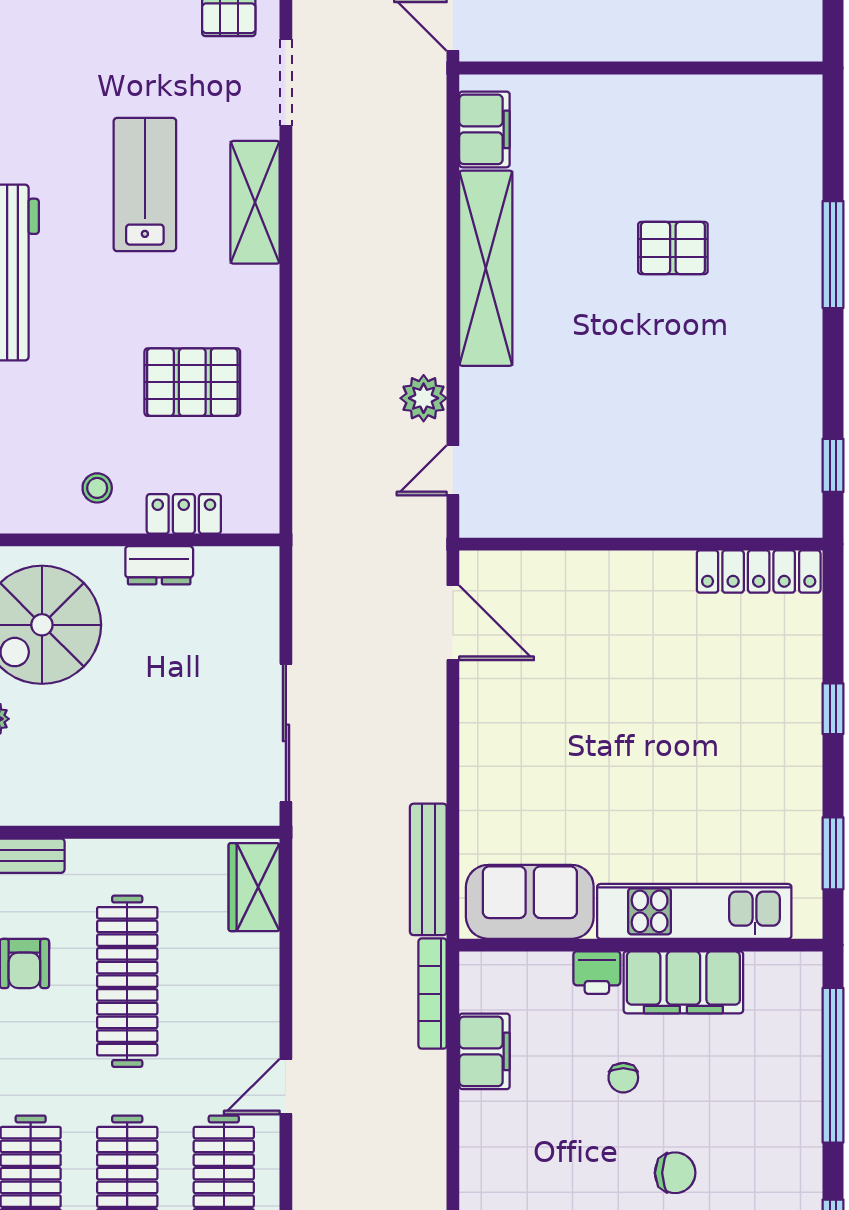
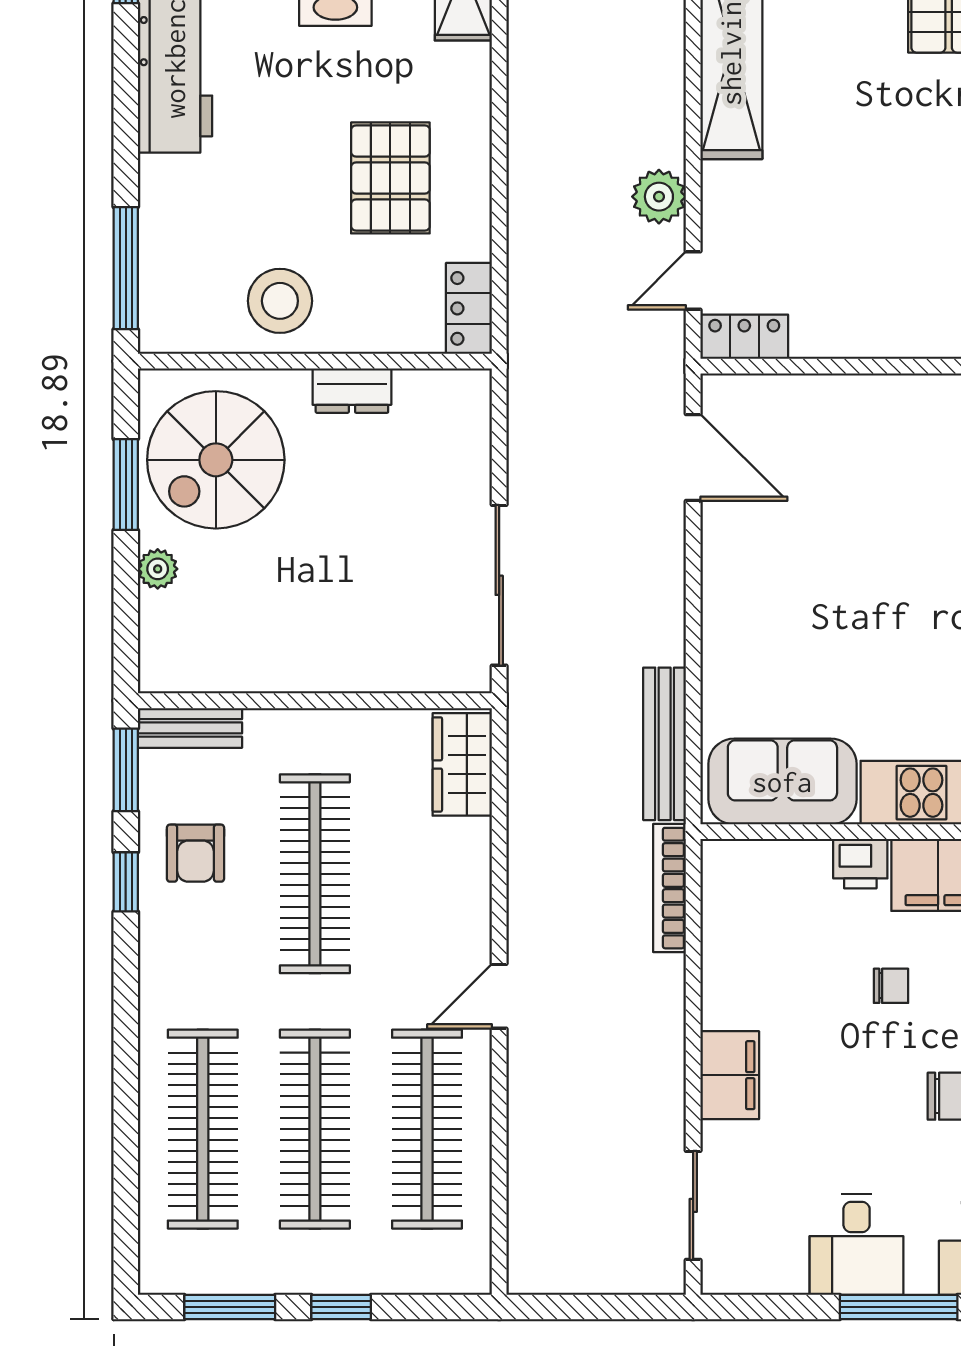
pallet: (192, 382) -> (390, 178), turned 90
stool: (97, 488) -> (280, 301), width x1.89, depth x1.89
locker: (184, 514) -> (469, 308), moved, turned -90
locker: (497, 519) -> (744, 337), added
filing cabinet: (484, 1051) -> (730, 1075), moved
chair: (623, 1078) -> (891, 986), turned -90

